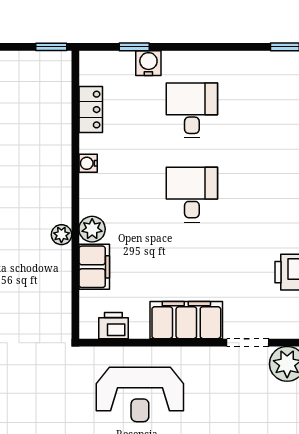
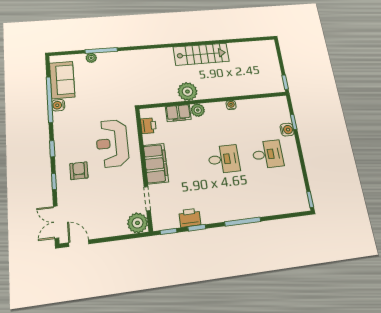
locker: (91, 110) -> (258, 104), removed
plant: (61, 235) -> (187, 92), width x1.87, depth x1.87

